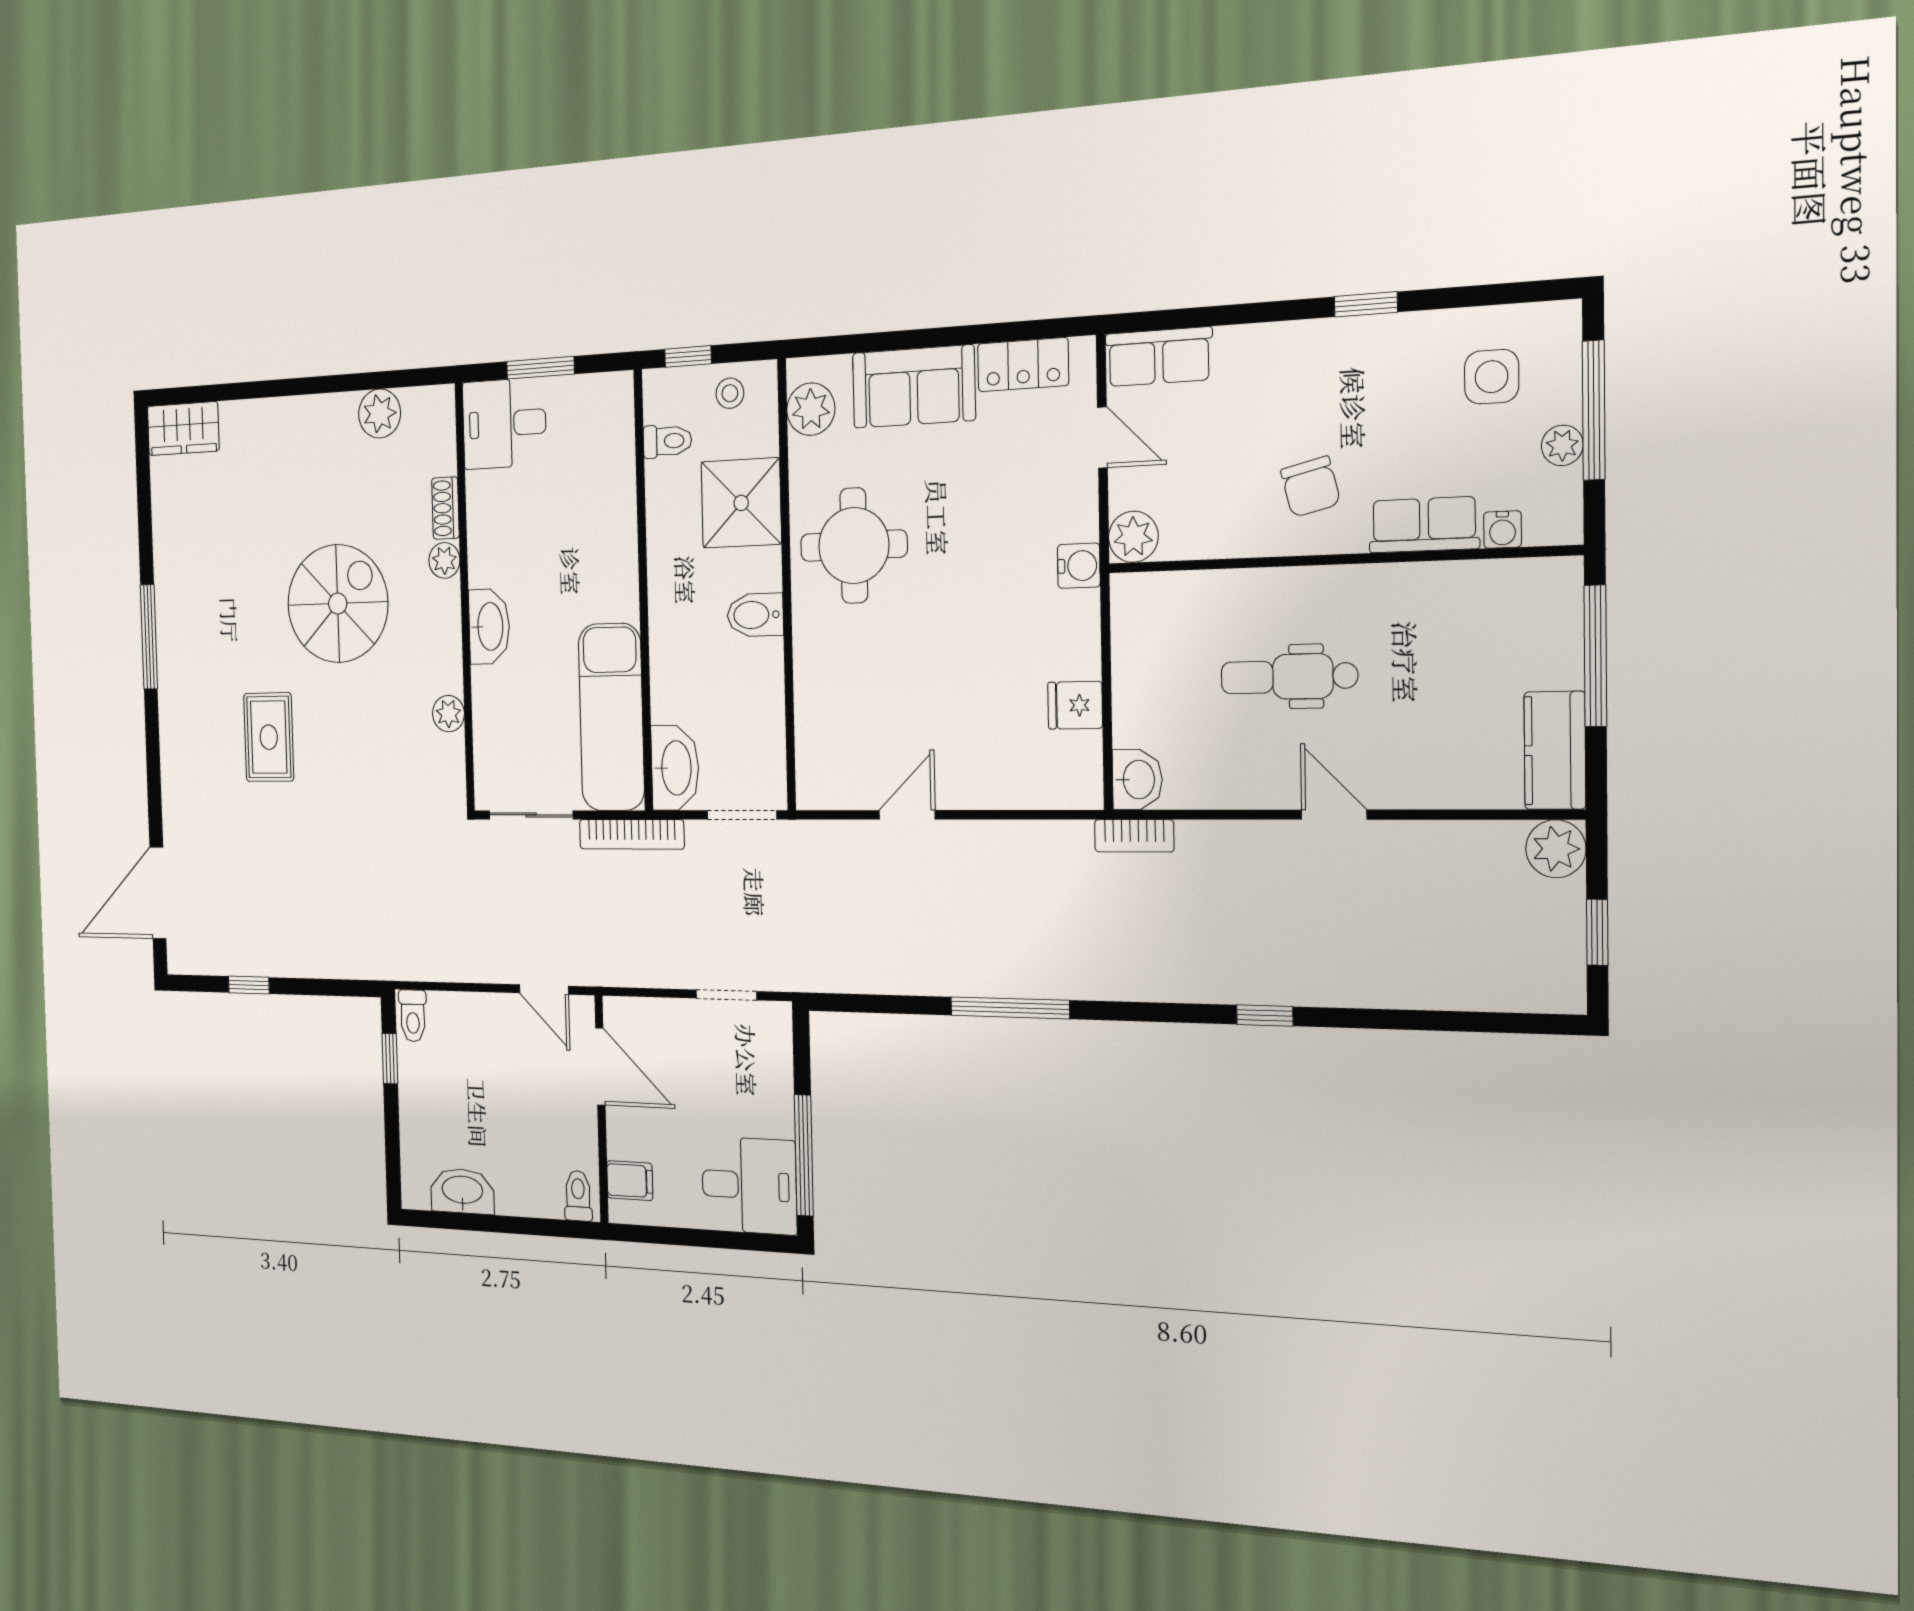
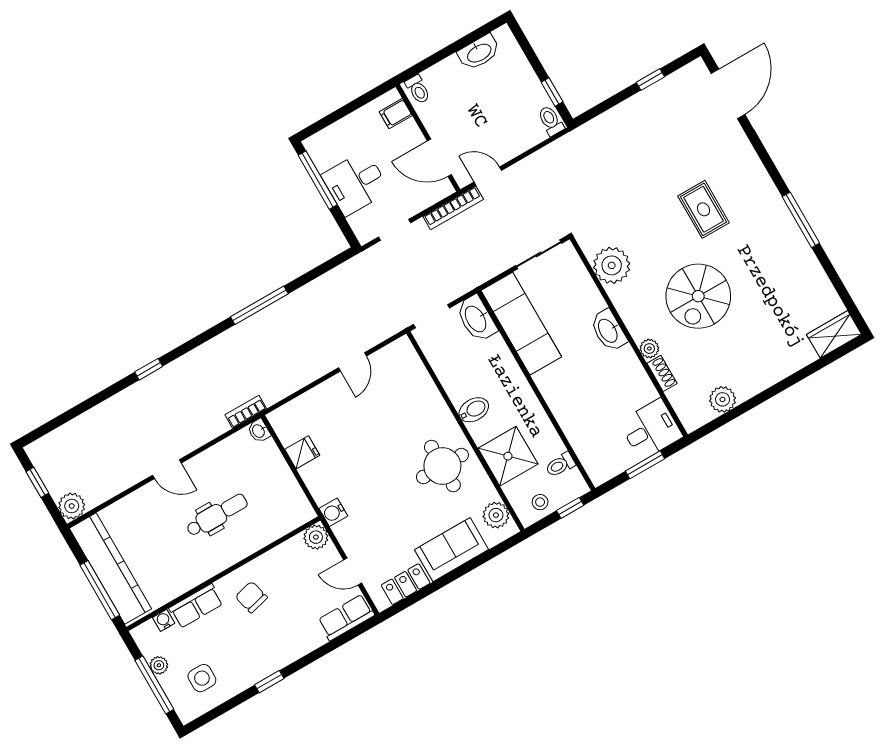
plant: (448, 714) -> (612, 265), width x1.88, depth x1.88
kitchen counter: (1555, 750) -> (110, 568), width x2.08, depth x1.17
washbasin: (1137, 780) -> (259, 431), width x0.72, depth x0.69
bookcase: (632, 834) -> (453, 208), moved, turned 180
desk: (749, 1185) -> (356, 183), moved

